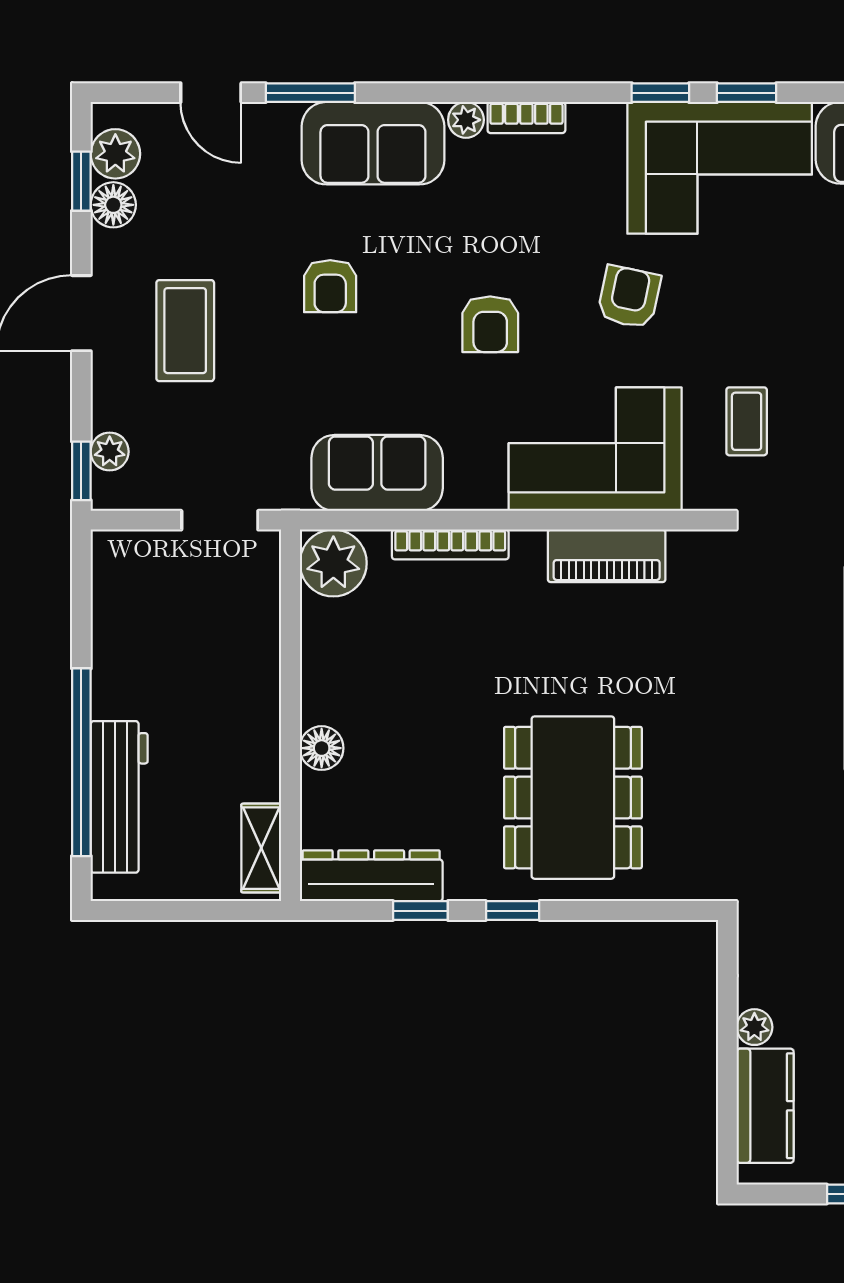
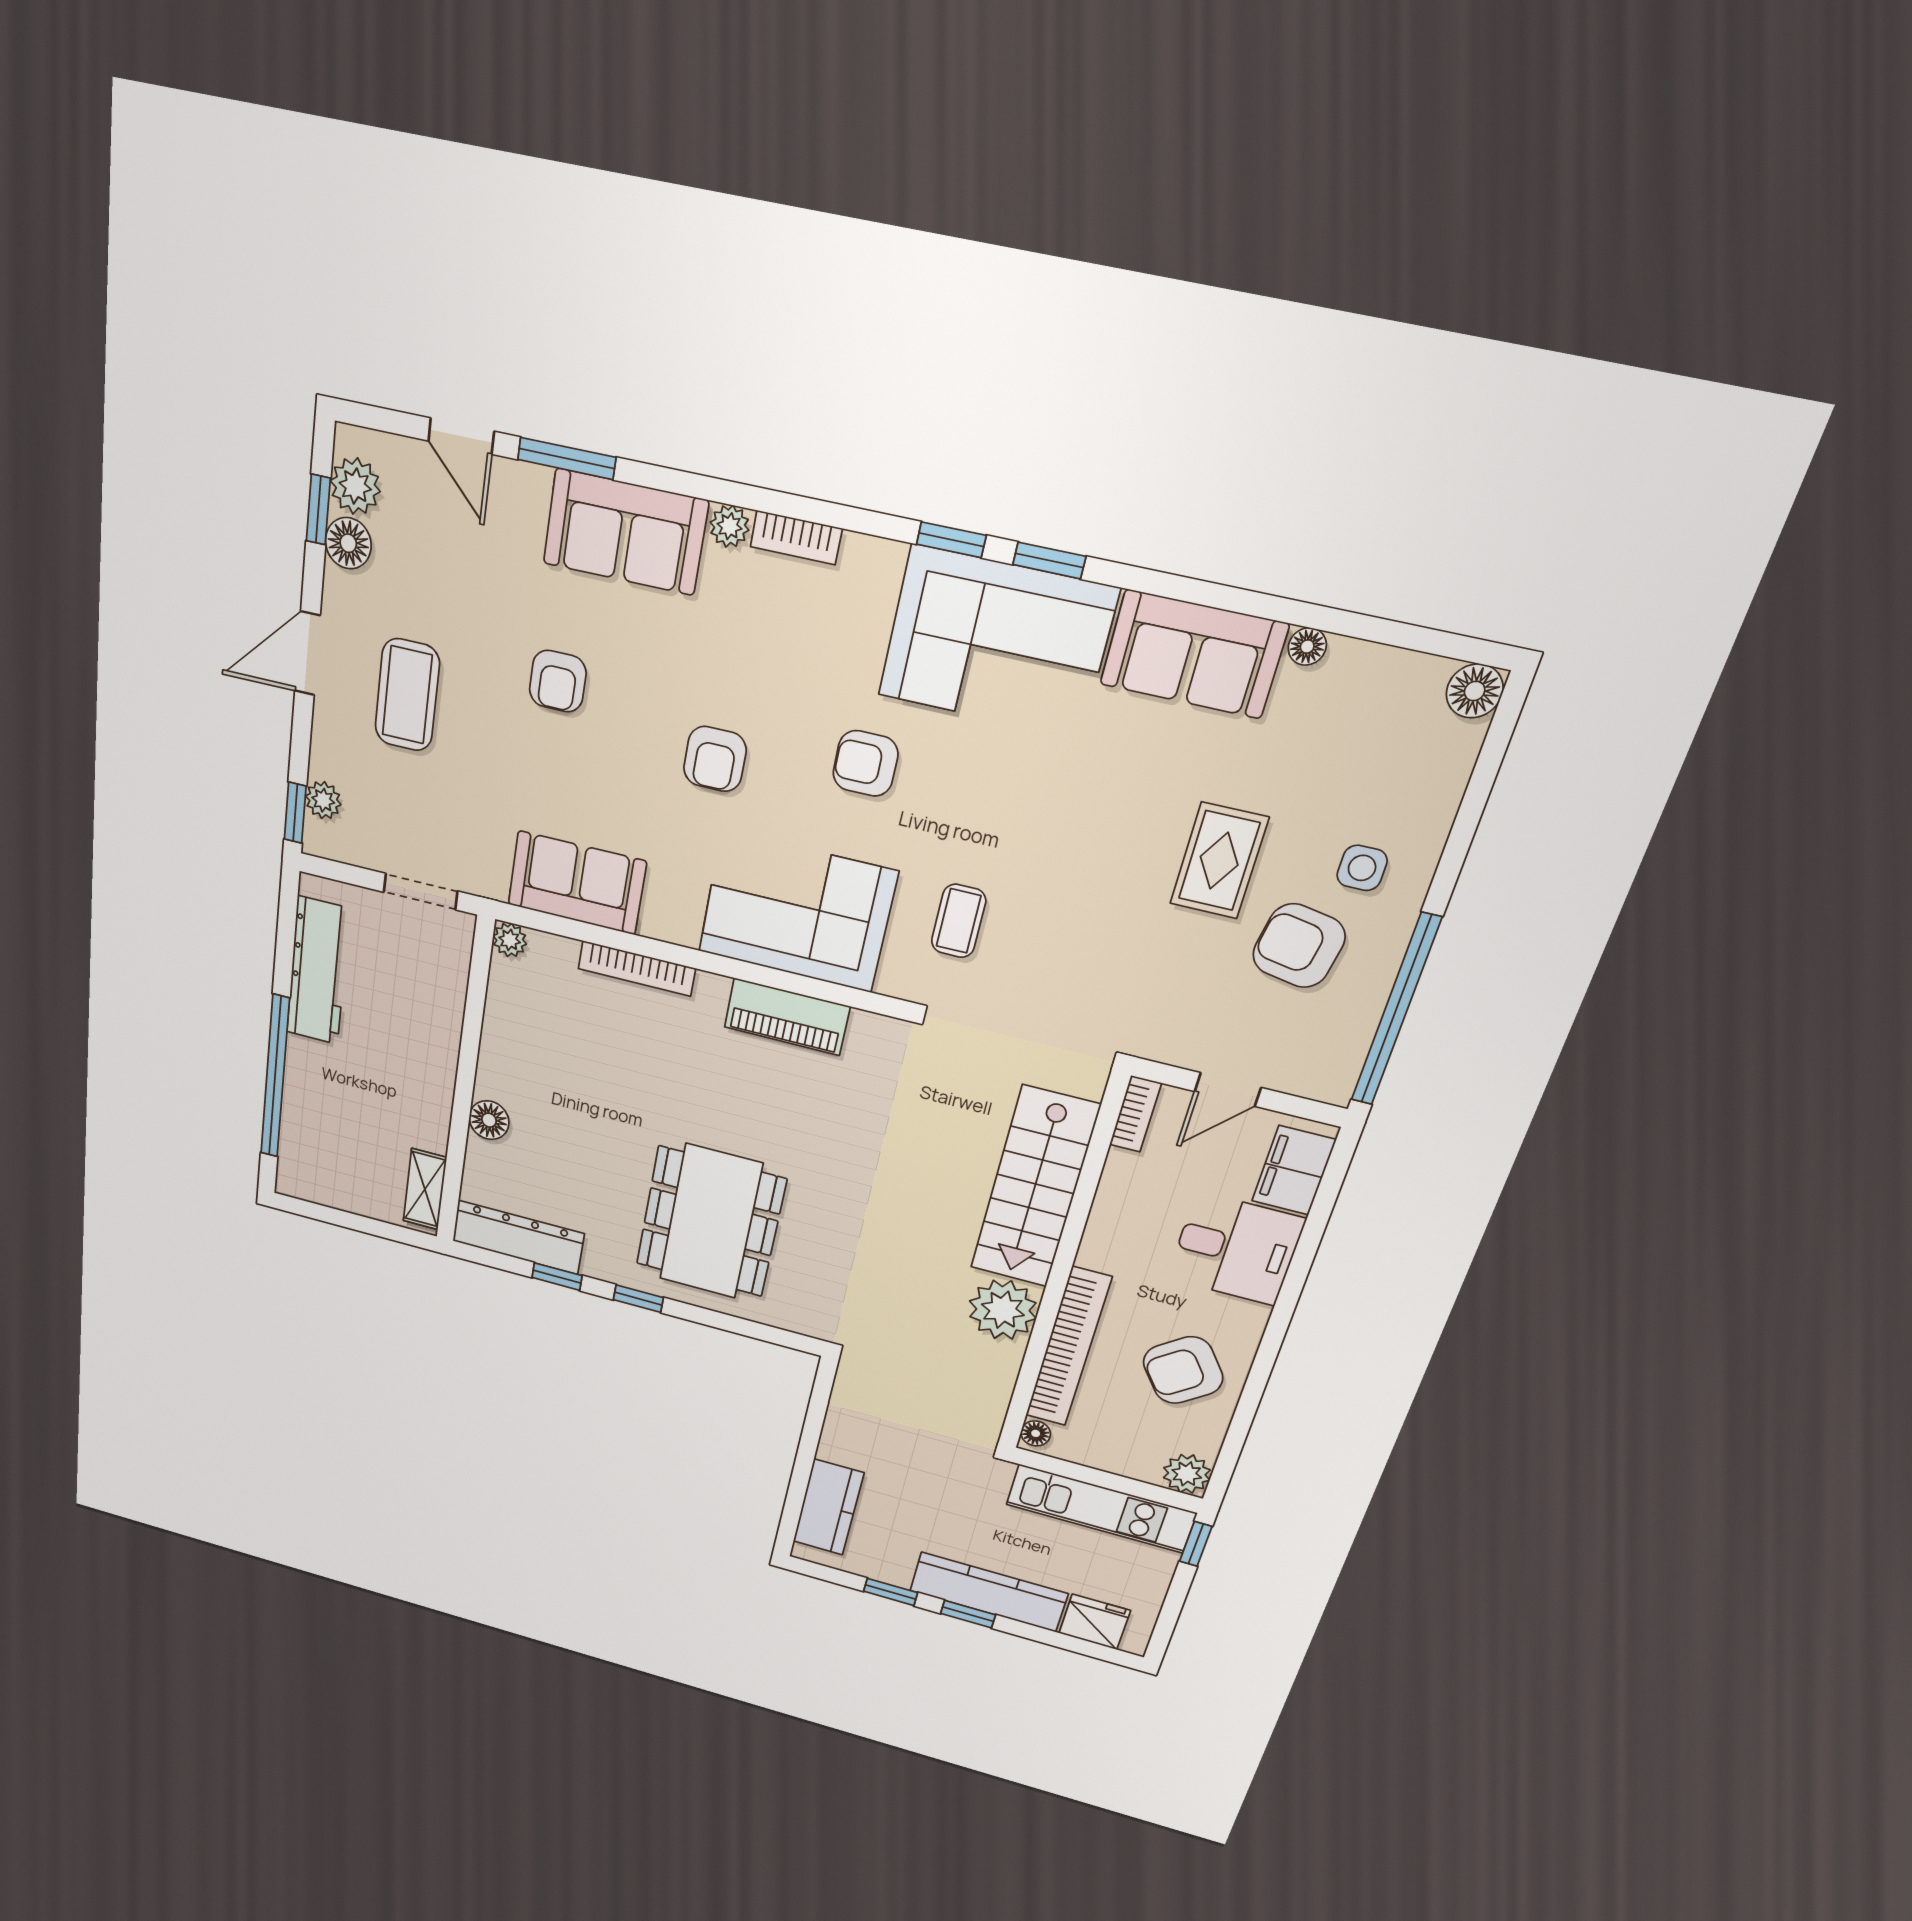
armchair: (629, 297) -> (865, 763), turned -102
plant: (333, 563) -> (510, 940), width x0.53, depth x0.53
workbench: (119, 797) -> (318, 971), moved
plant: (754, 1027) -> (834, 1447), removed

